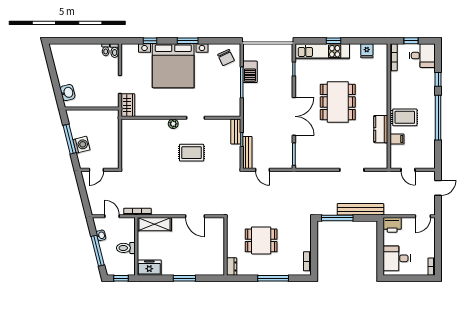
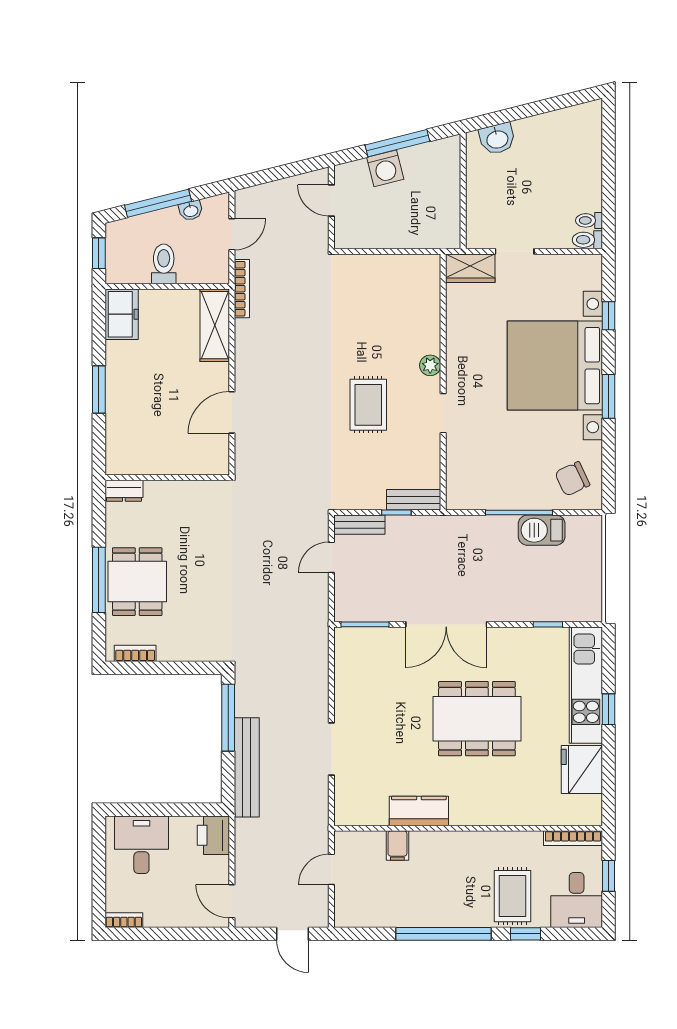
fridge: (367, 51) -> (582, 770), width x1.88, depth x1.34
rug: (405, 117) -> (512, 896), moved
bench: (247, 153) -> (359, 525), width x0.73
dining table: (261, 240) -> (137, 582), moved

